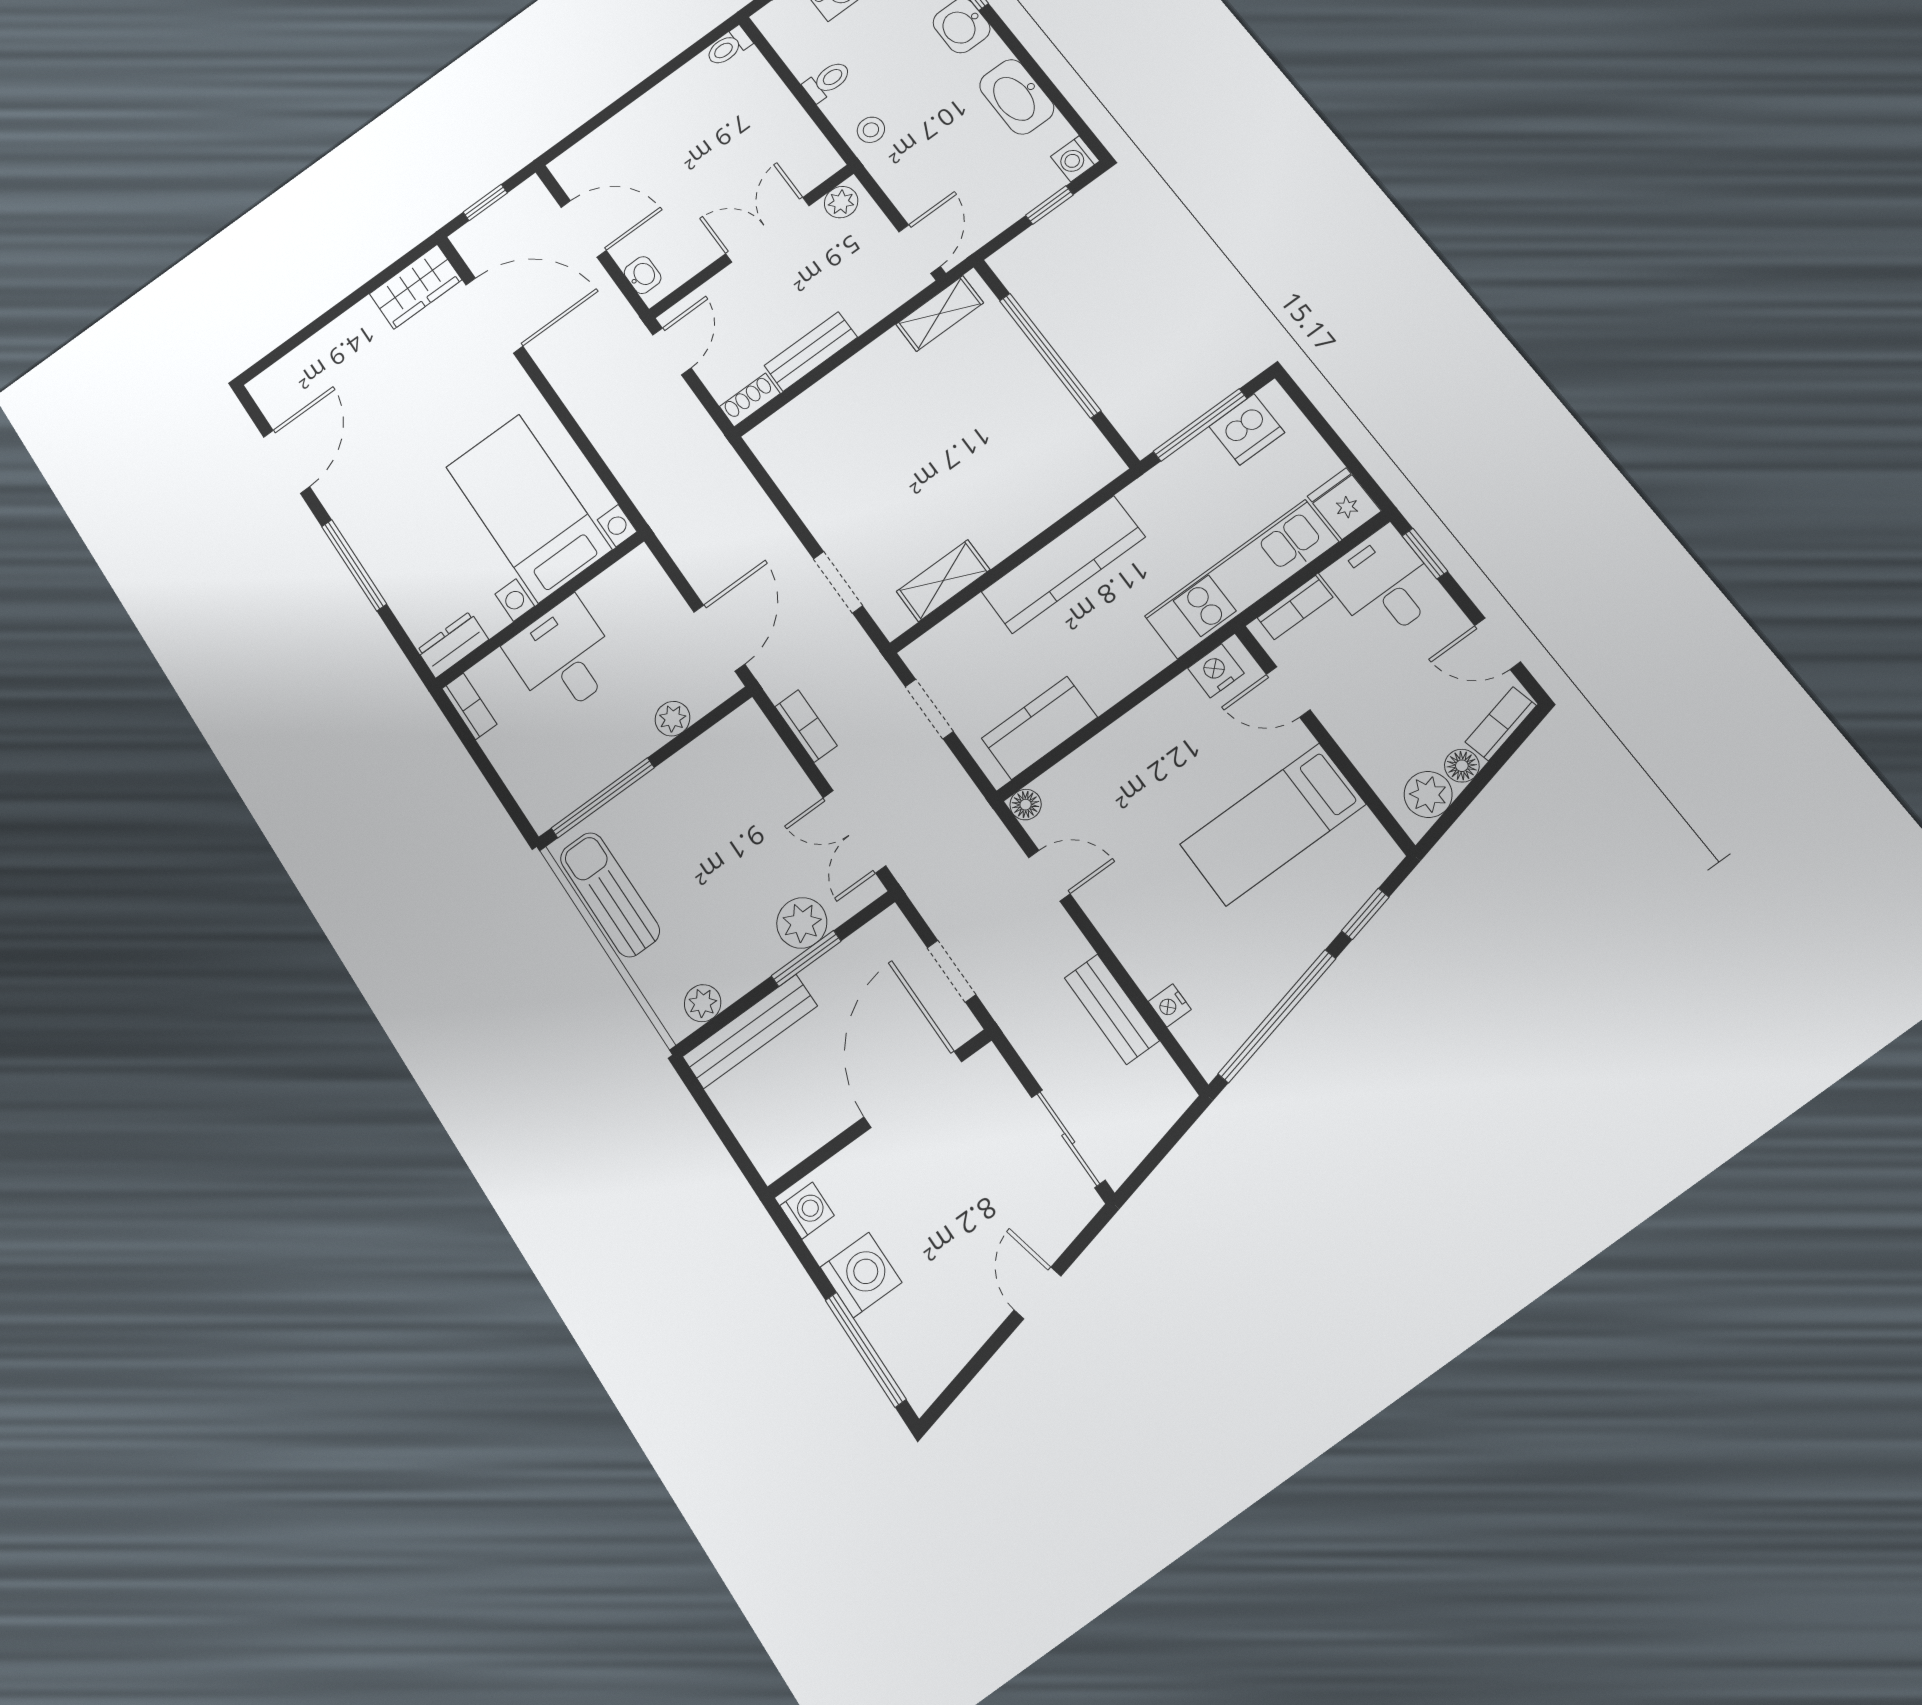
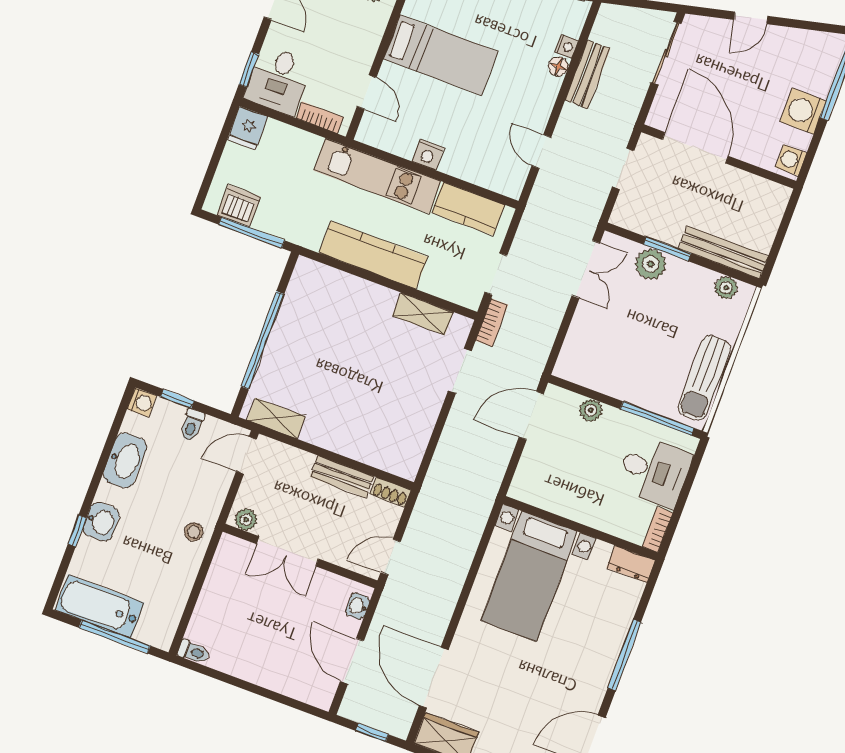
toilet: (827, 81) -> (192, 425), moved, turned -90
kitchen unit: (1242, 579) -> (377, 176), moved
desk: (563, 657) -> (654, 471), moved, turned -90
nightstand: (1216, 671) -> (428, 155), moved
bookcase: (806, 726) -> (492, 323), moved, turned 180
floor lamp: (1026, 805) -> (558, 66), moved
door: (913, 1089) -> (695, 148), swing flipped

